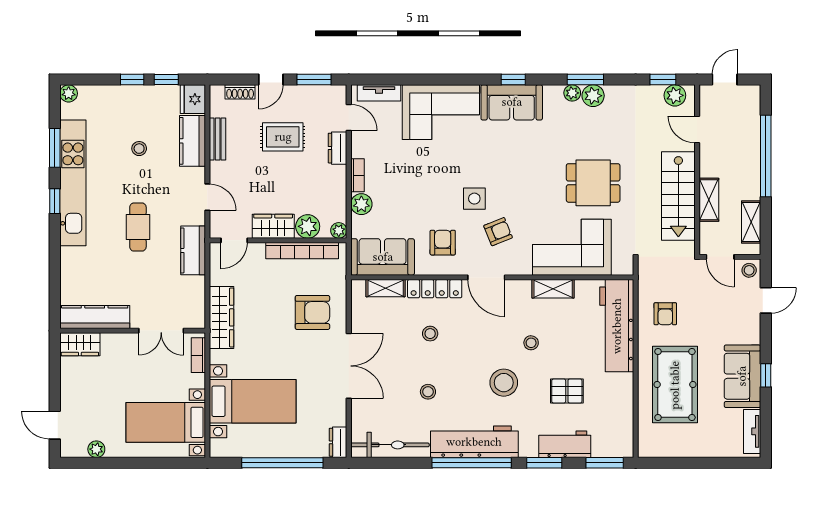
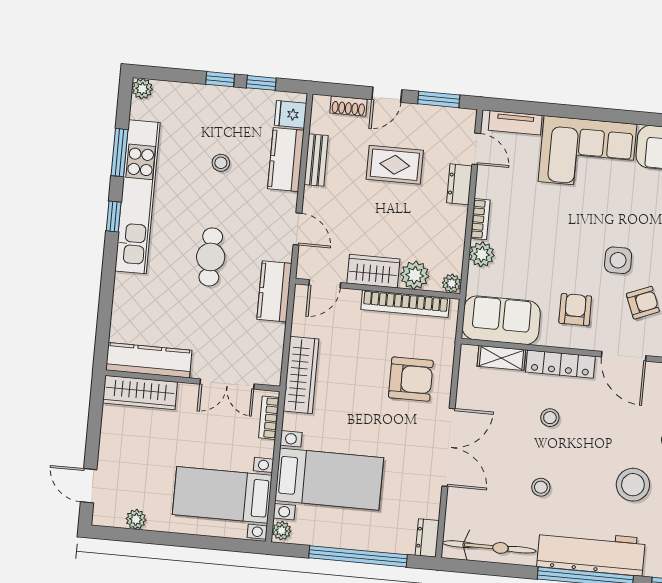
fridge: (193, 99) -> (290, 114), width x0.72
wardrobe: (80, 344) -> (140, 393), width x1.50
plant: (217, 447) -> (282, 531), added

